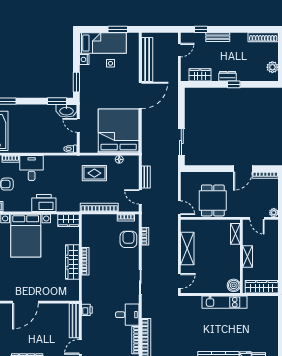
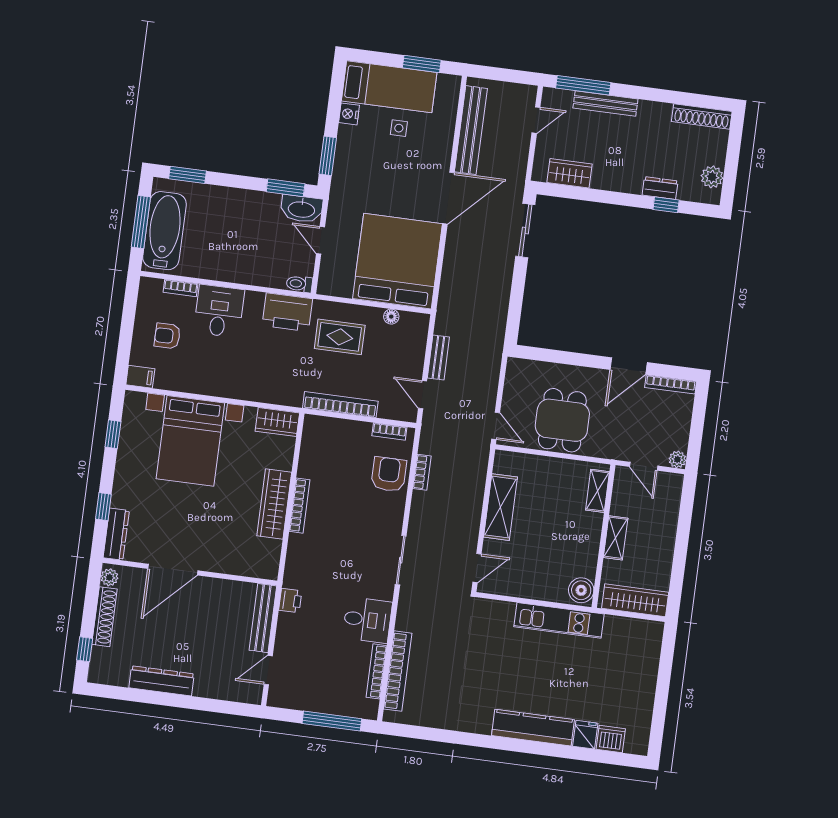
window: (201, 29) -> (583, 85), width x2.17
bench: (218, 37) -> (605, 104), width x1.36
dresser: (228, 76) -> (660, 188), moved
window: (234, 84) -> (666, 205), moved
sliding door: (181, 142) -> (525, 231), moved
printer: (44, 203) -> (287, 312), moved, turned 180

